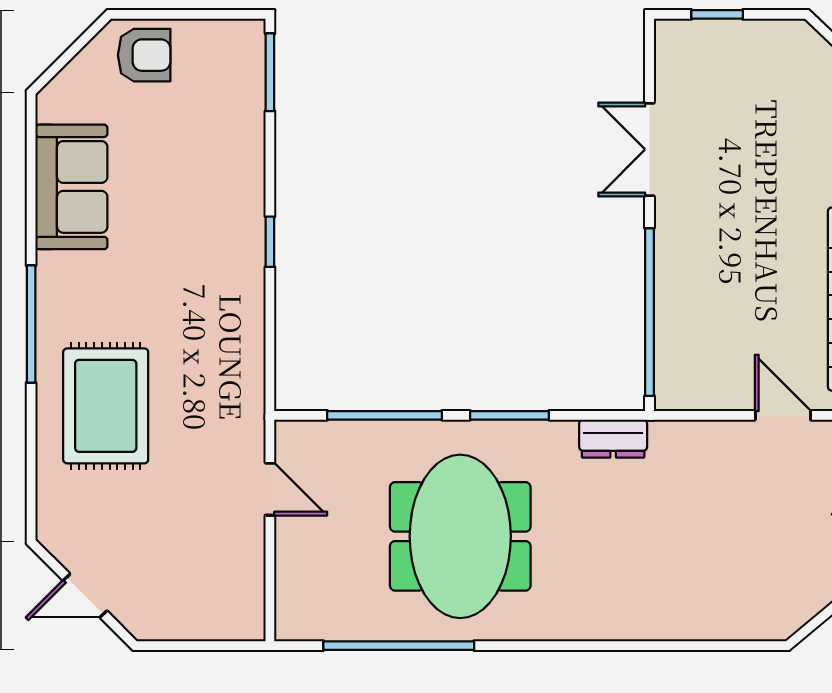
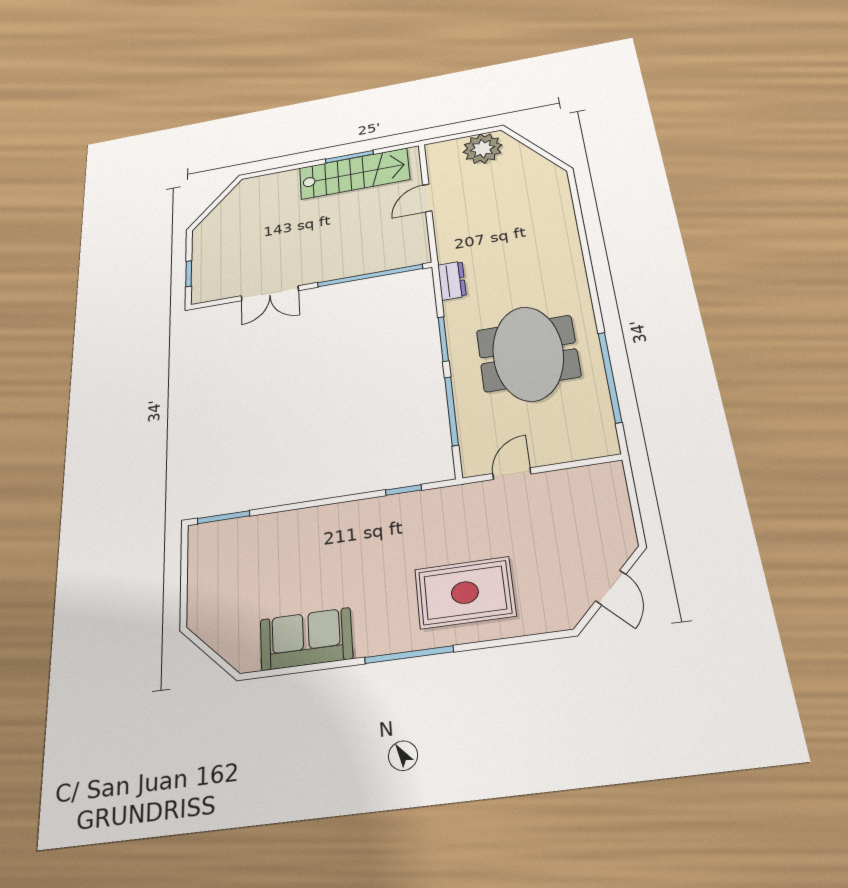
armchair: (144, 55) -> (212, 601), removed
window: (270, 242) -> (403, 490), moved
meeting table: (460, 536) -> (528, 353), turned 90

